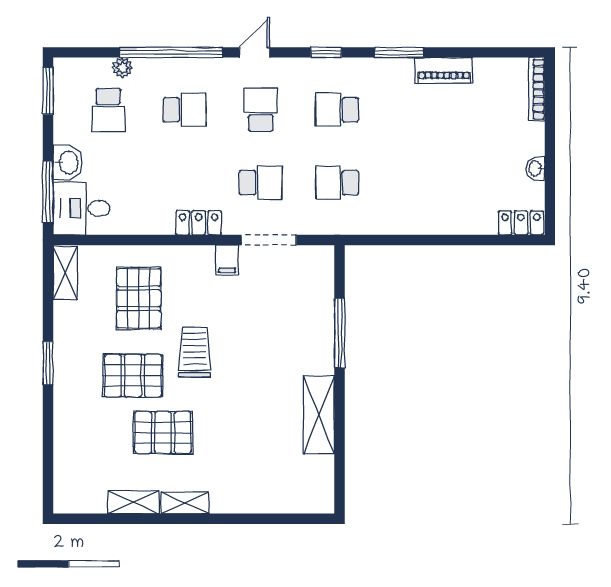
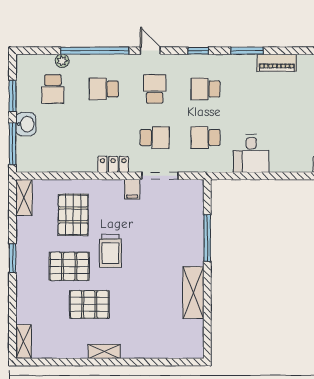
door: (254, 52) -> (150, 51), hinge flipped
window: (48, 91) -> (13, 96), moved
school desk: (185, 110) -> (104, 89), turned 180
desk: (82, 208) -> (251, 153), moved, turned -90
trolley: (194, 352) -> (110, 251), turned 180
shelving: (134, 502) -> (24, 342), moved, turned 90

